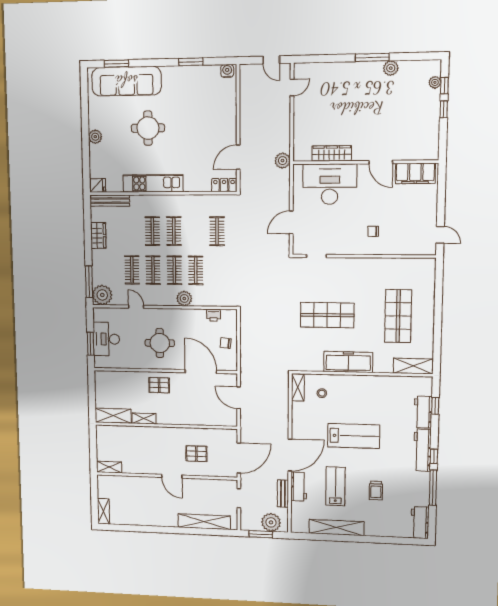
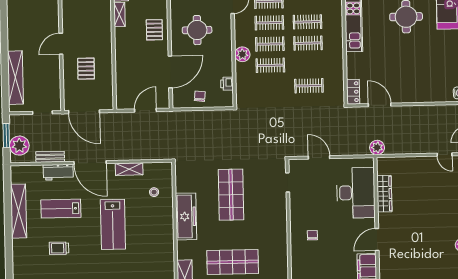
shelving: (298, 387) -> (129, 169), moved
lab bench: (335, 486) -> (61, 209), turned 180

